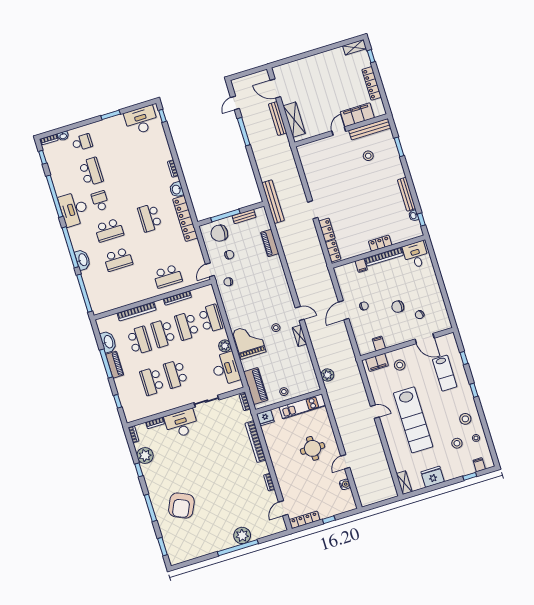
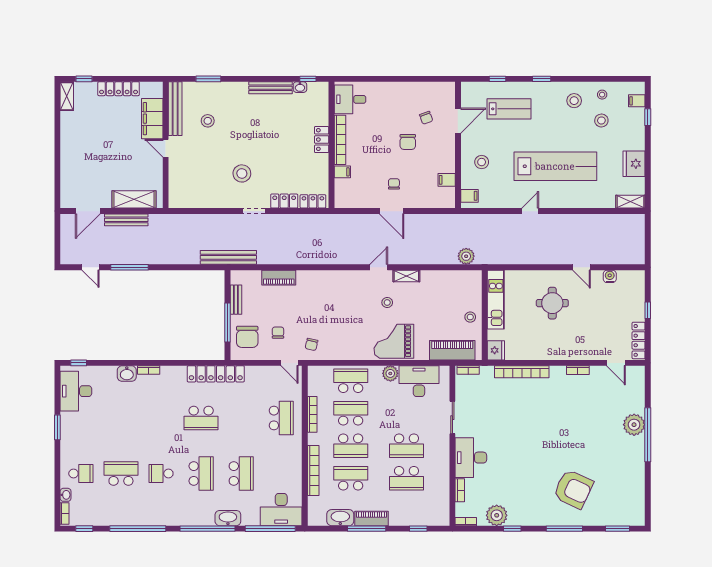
school desk: (82, 142) -> (81, 473), turned 90
washbasin: (177, 189) -> (127, 374), moved
stool: (337, 193) -> (242, 173), added
desk: (74, 209) -> (281, 510), moved
school desk: (187, 326) -> (351, 413), turned 180
filing cabinet: (377, 362) -> (469, 196), width x0.50

